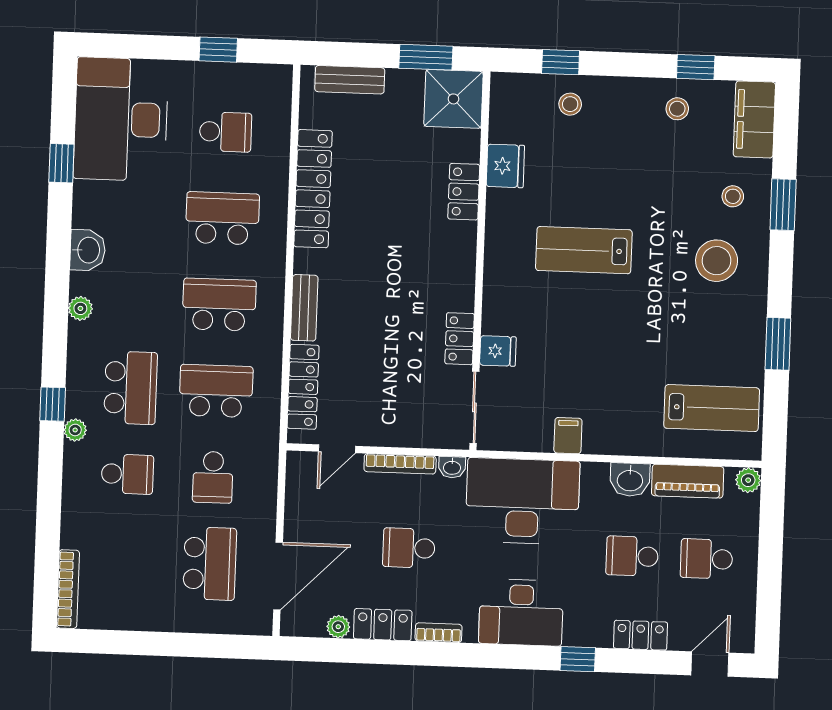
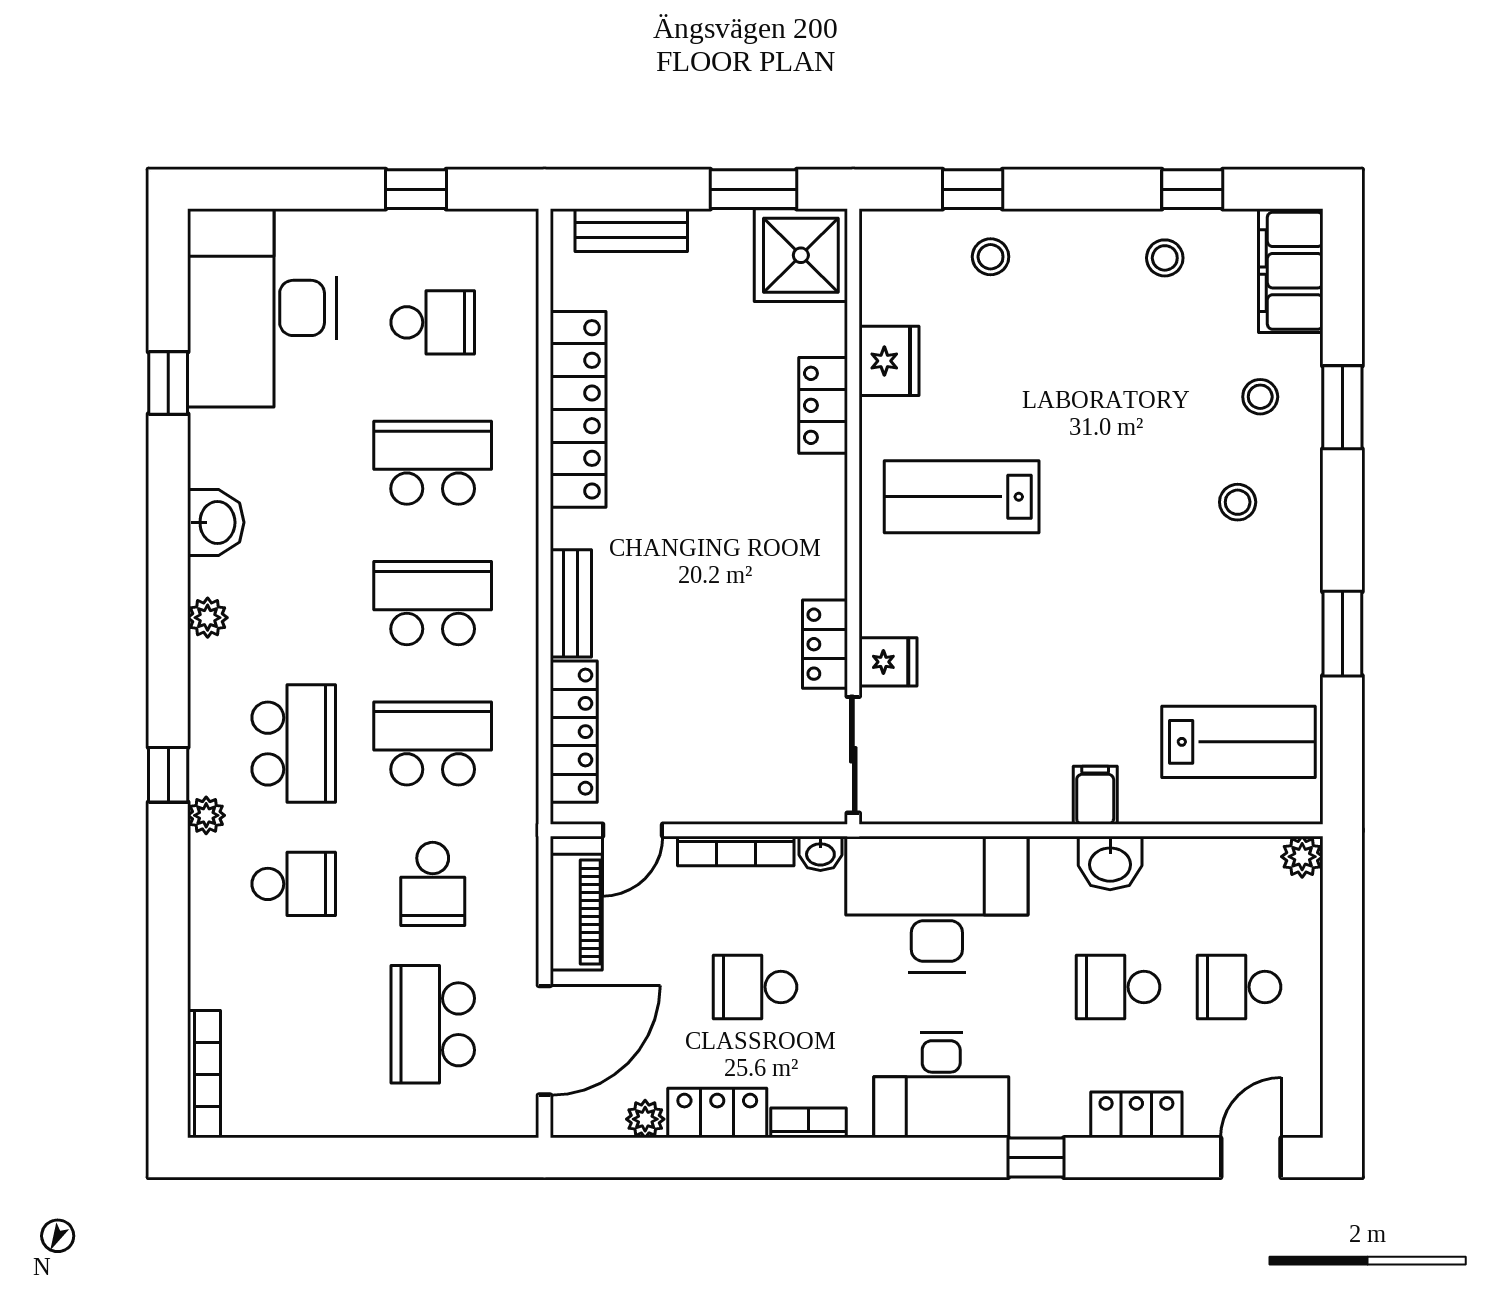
lab bench: (584, 250) -> (962, 497), moved
stool: (717, 261) -> (1238, 502), width x0.53, depth x0.53
filing cabinet: (568, 436) -> (1095, 795), moved
piano: (688, 481) -> (576, 912), moved, turned -90
school desk: (210, 564) -> (433, 1024), turned 180

